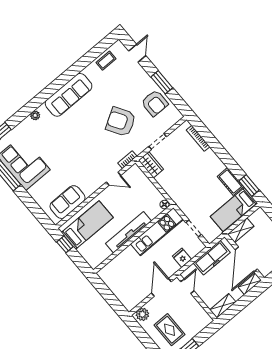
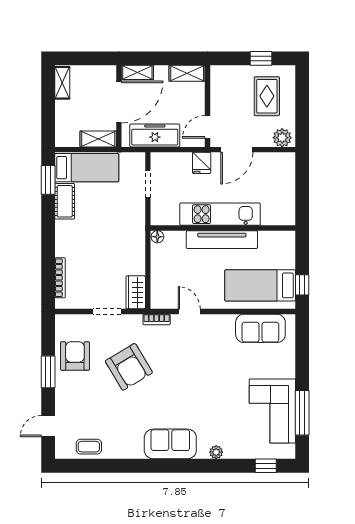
sofa: (69, 95) -> (170, 444), width x0.73
kitchen unit: (157, 232) -> (220, 214), moved
fridge: (182, 258) -> (202, 163), moved

